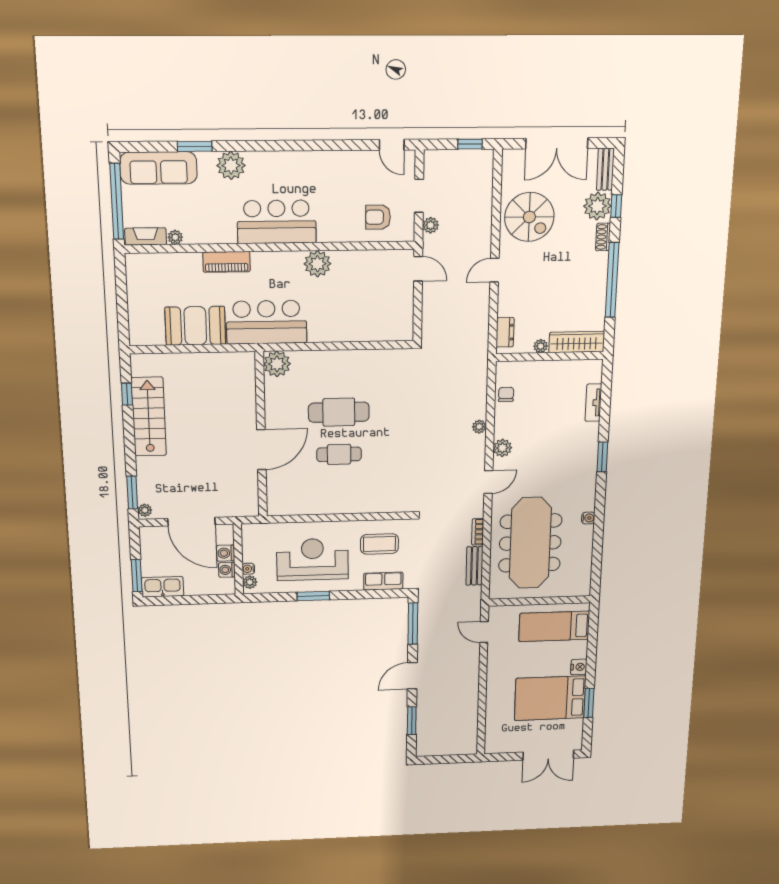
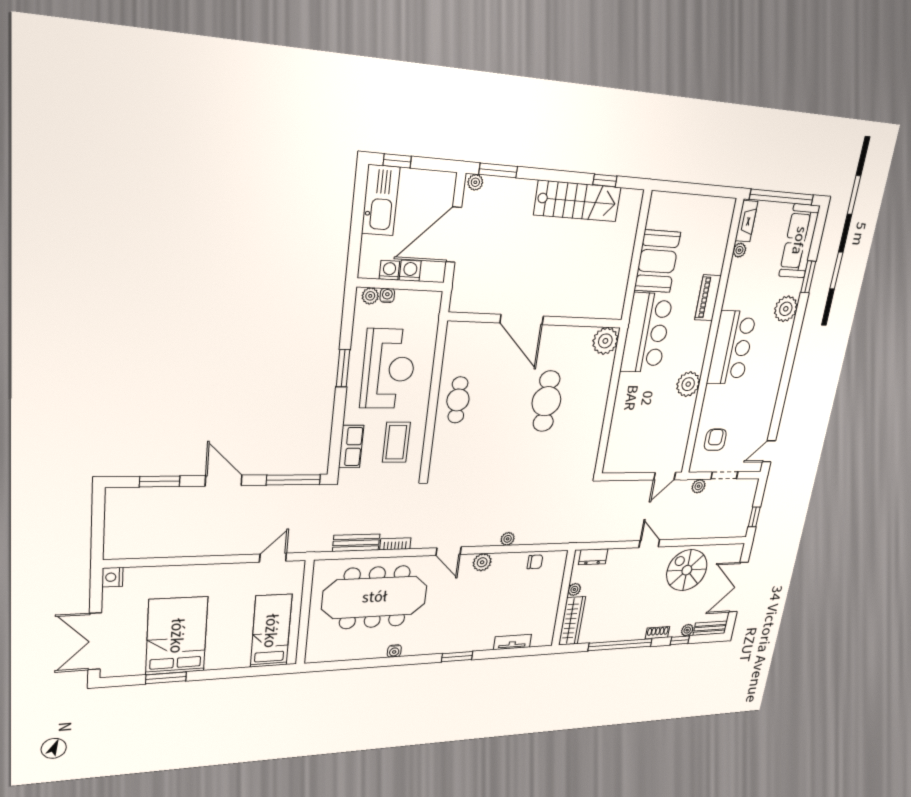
plant: (597, 206) -> (687, 630), width x0.53, depth x0.53
spiral stairs: (529, 217) -> (687, 570), turned 90
cafe table: (339, 454) -> (458, 400), moved
window: (137, 576) -> (397, 161), width x0.67
kitchen sink: (163, 587) -> (381, 200), width x1.36, depth x1.24
nightstand: (579, 667) -> (112, 577), moved, turned 90

